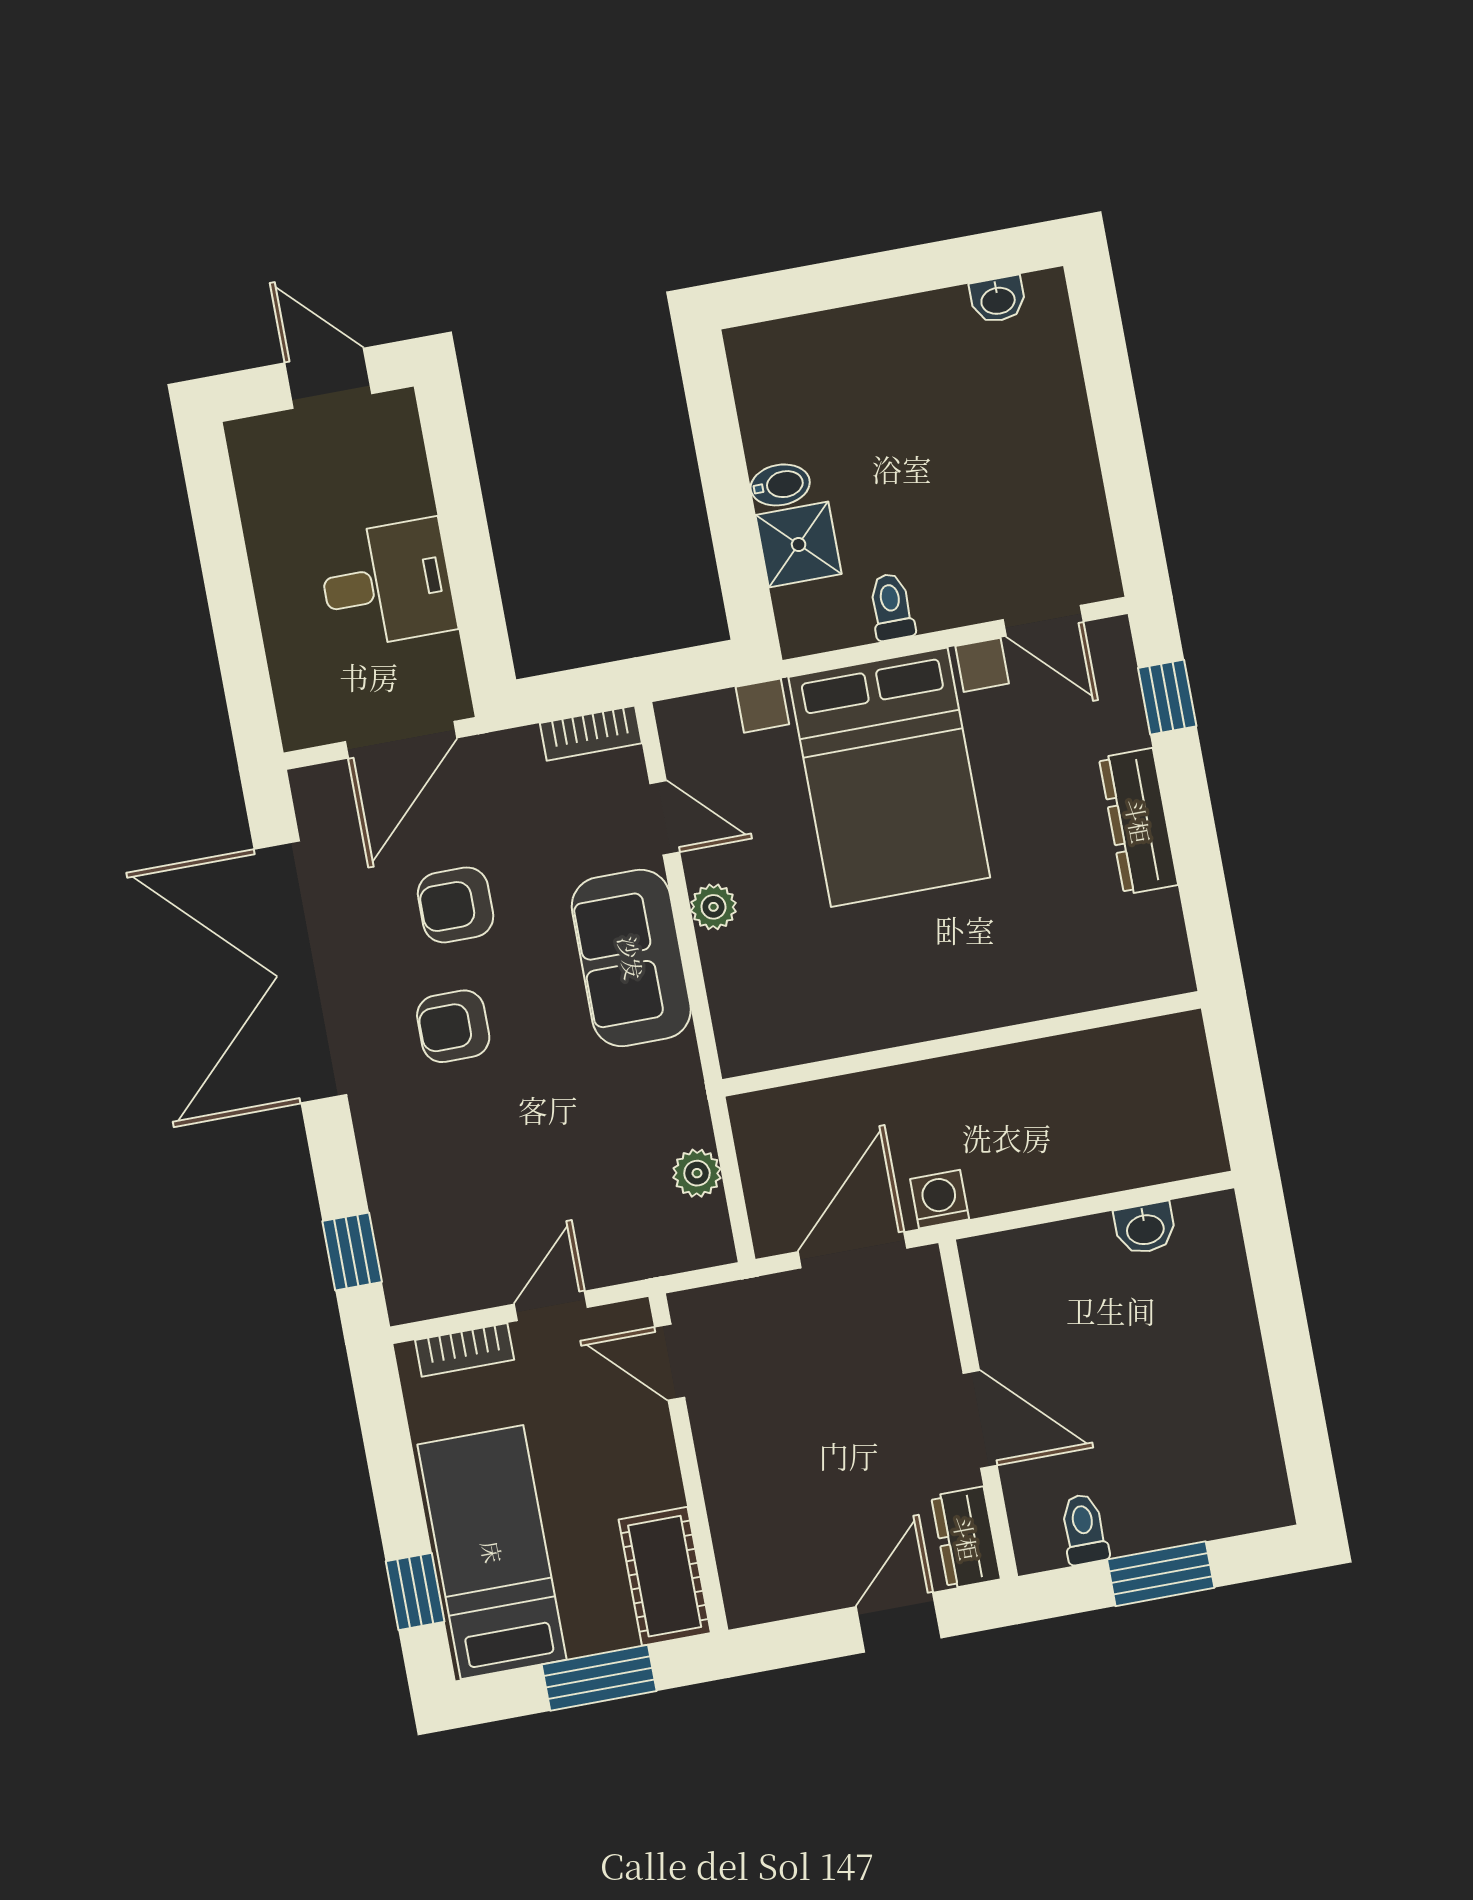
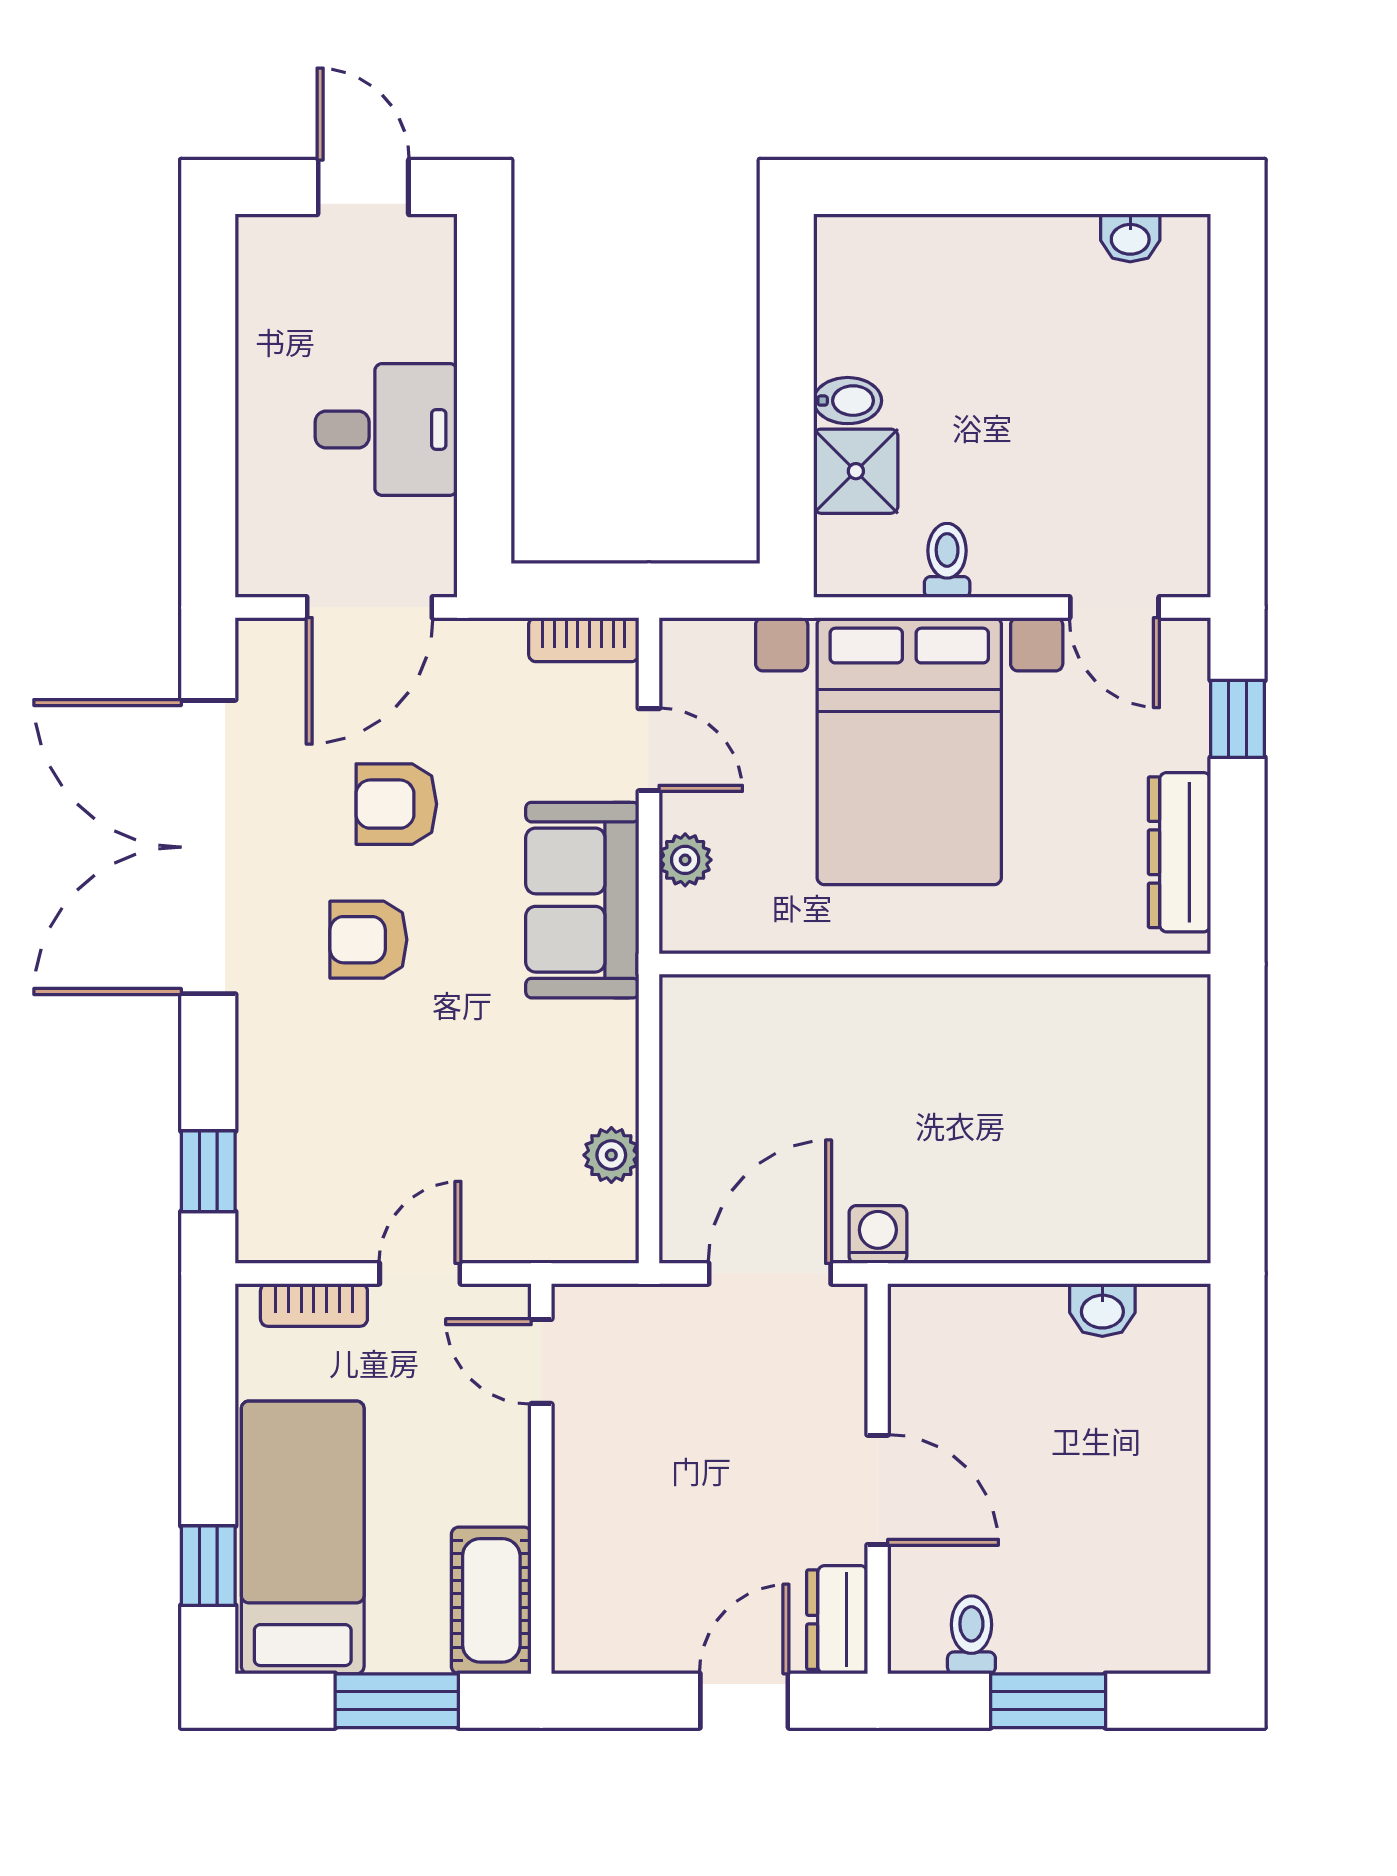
wall: (961, 1044) -> (935, 964), moved

